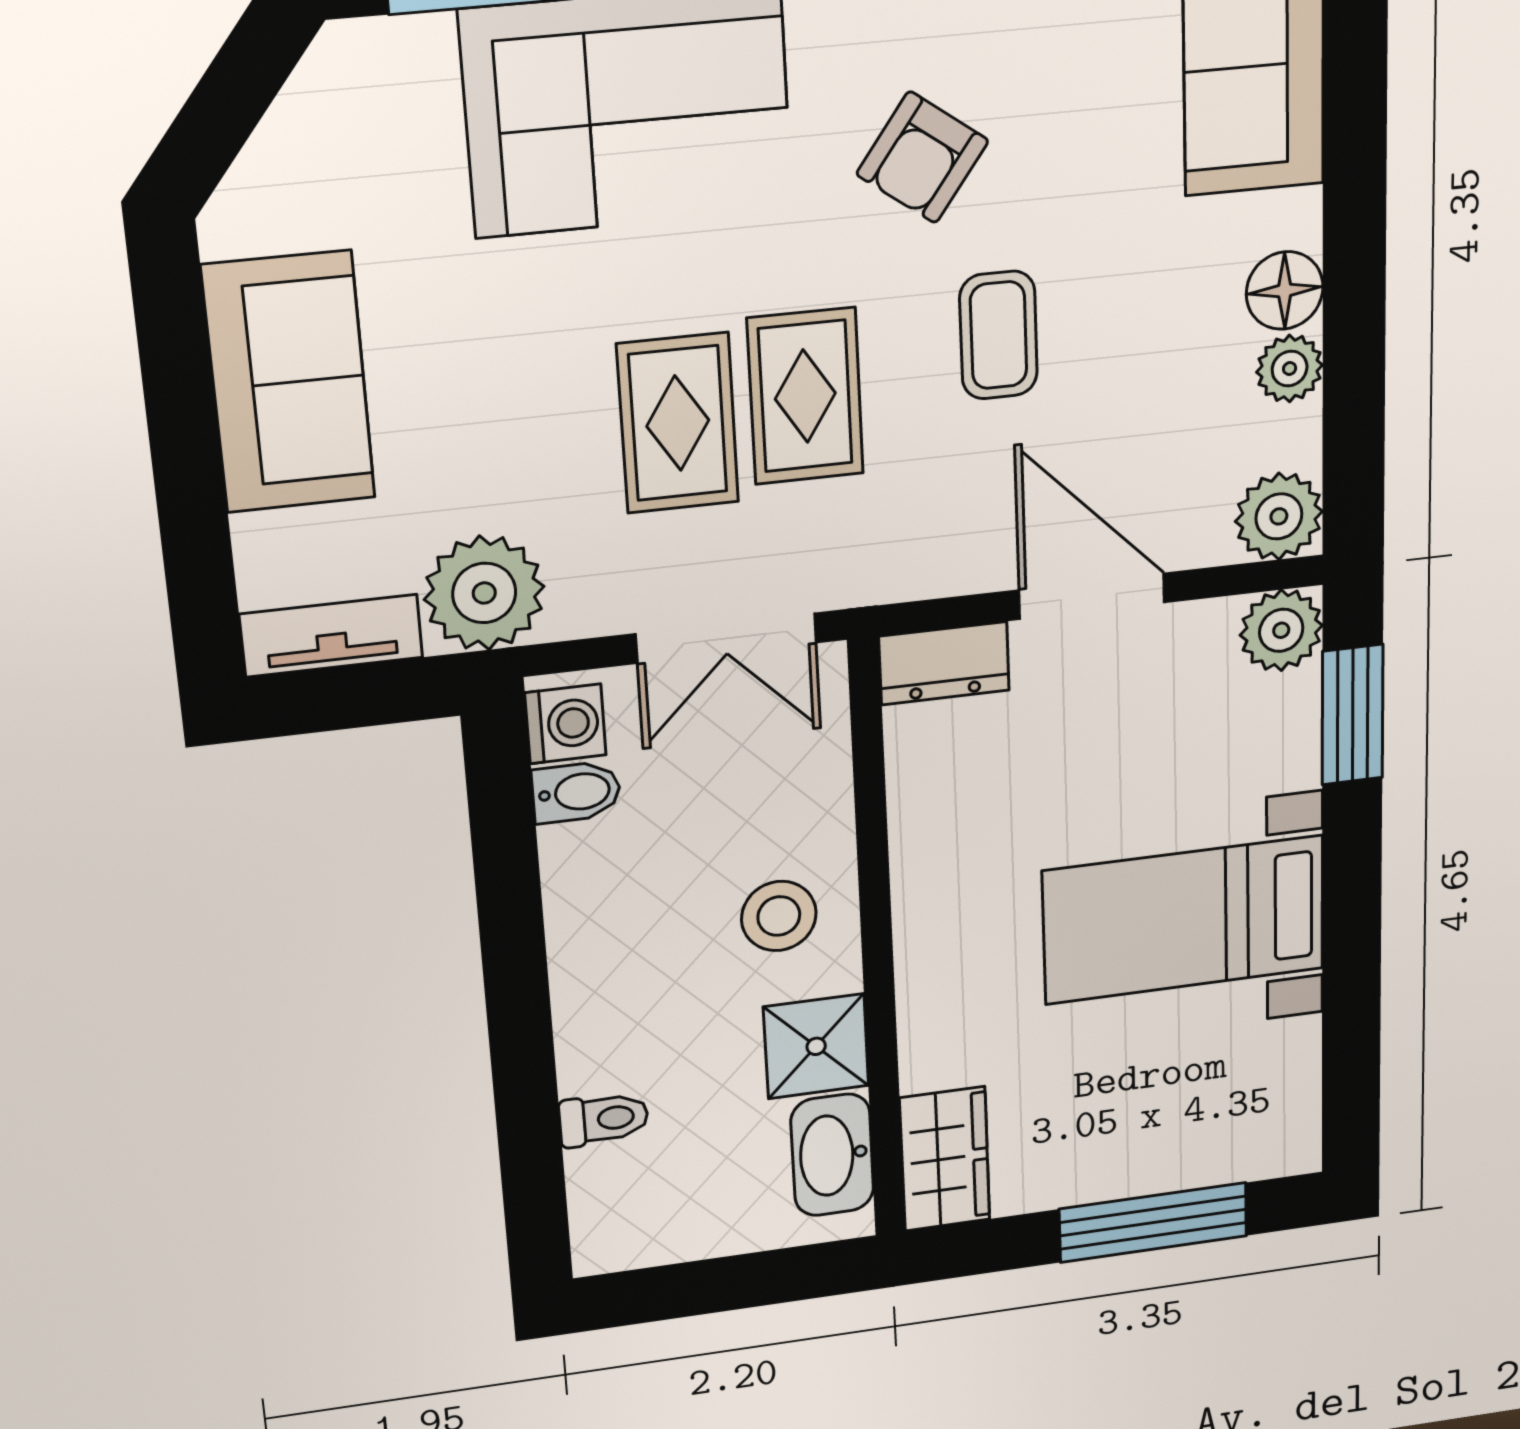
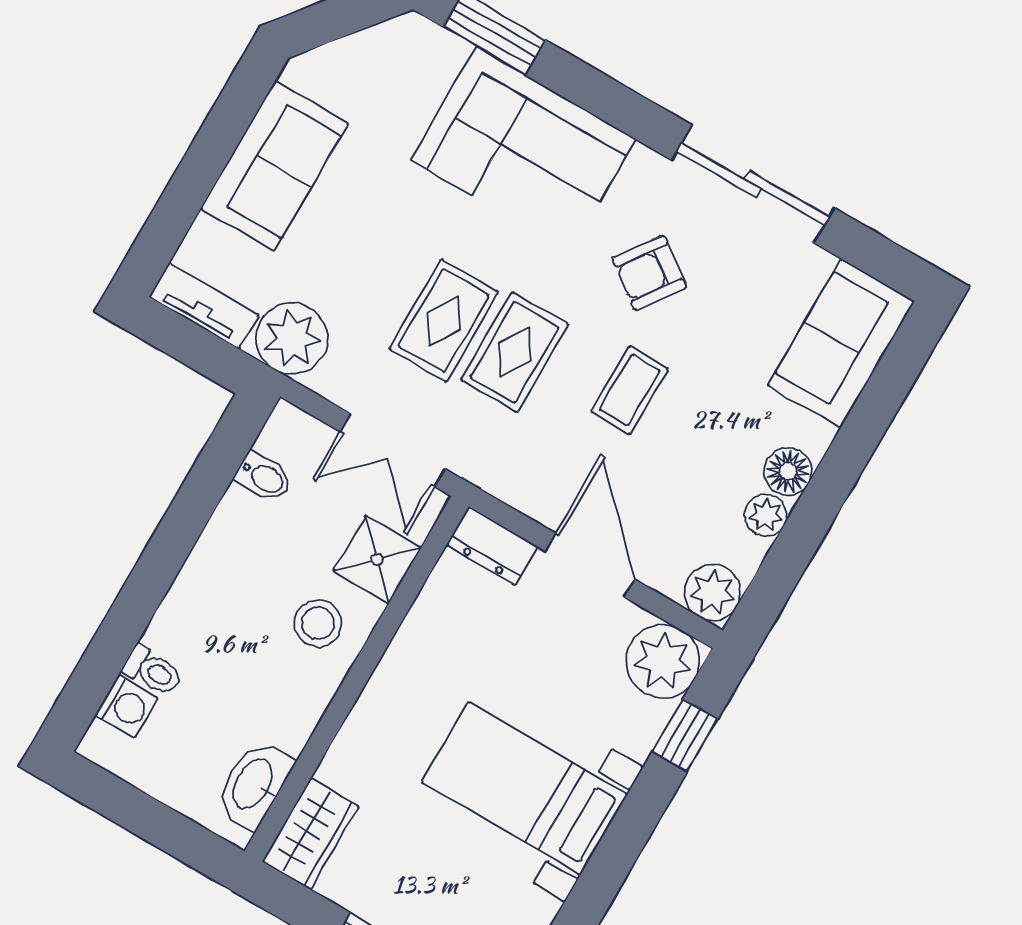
plant: (1281, 630) -> (663, 661), width x1.36, depth x1.36
window: (1353, 715) -> (685, 735), width x0.67
washing machine: (566, 724) -> (126, 706), moved
shower: (816, 1046) -> (377, 559), moved

